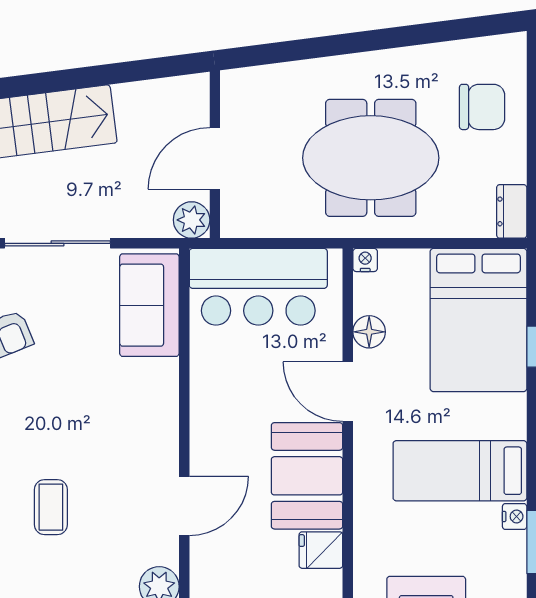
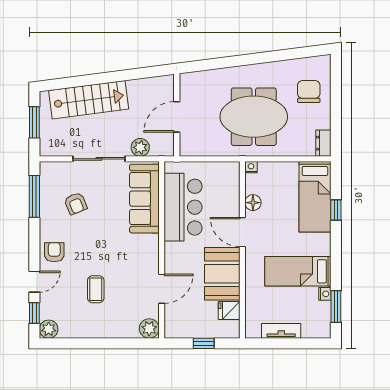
chair: (482, 107) -> (309, 92), turned -90
plant: (192, 220) -> (140, 147), moved
bar counter: (258, 287) -> (183, 207), moved, turned -90
sofa: (149, 305) -> (144, 199), width x1.36
bed: (478, 320) -> (315, 197), width x0.67

